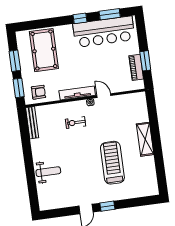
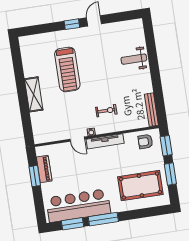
window: (80, 18) -> (103, 219), width x2.17
pool table: (44, 50) -> (140, 186), turned 90

